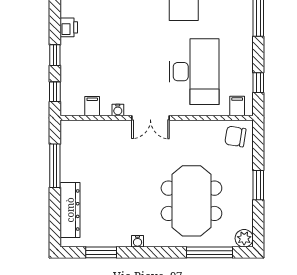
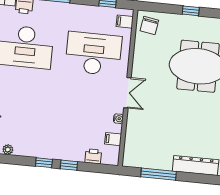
printer: (69, 27) -> (93, 156), moved
window: (55, 92) -> (44, 163), moved
window: (258, 185) -> (191, 11), width x0.67

